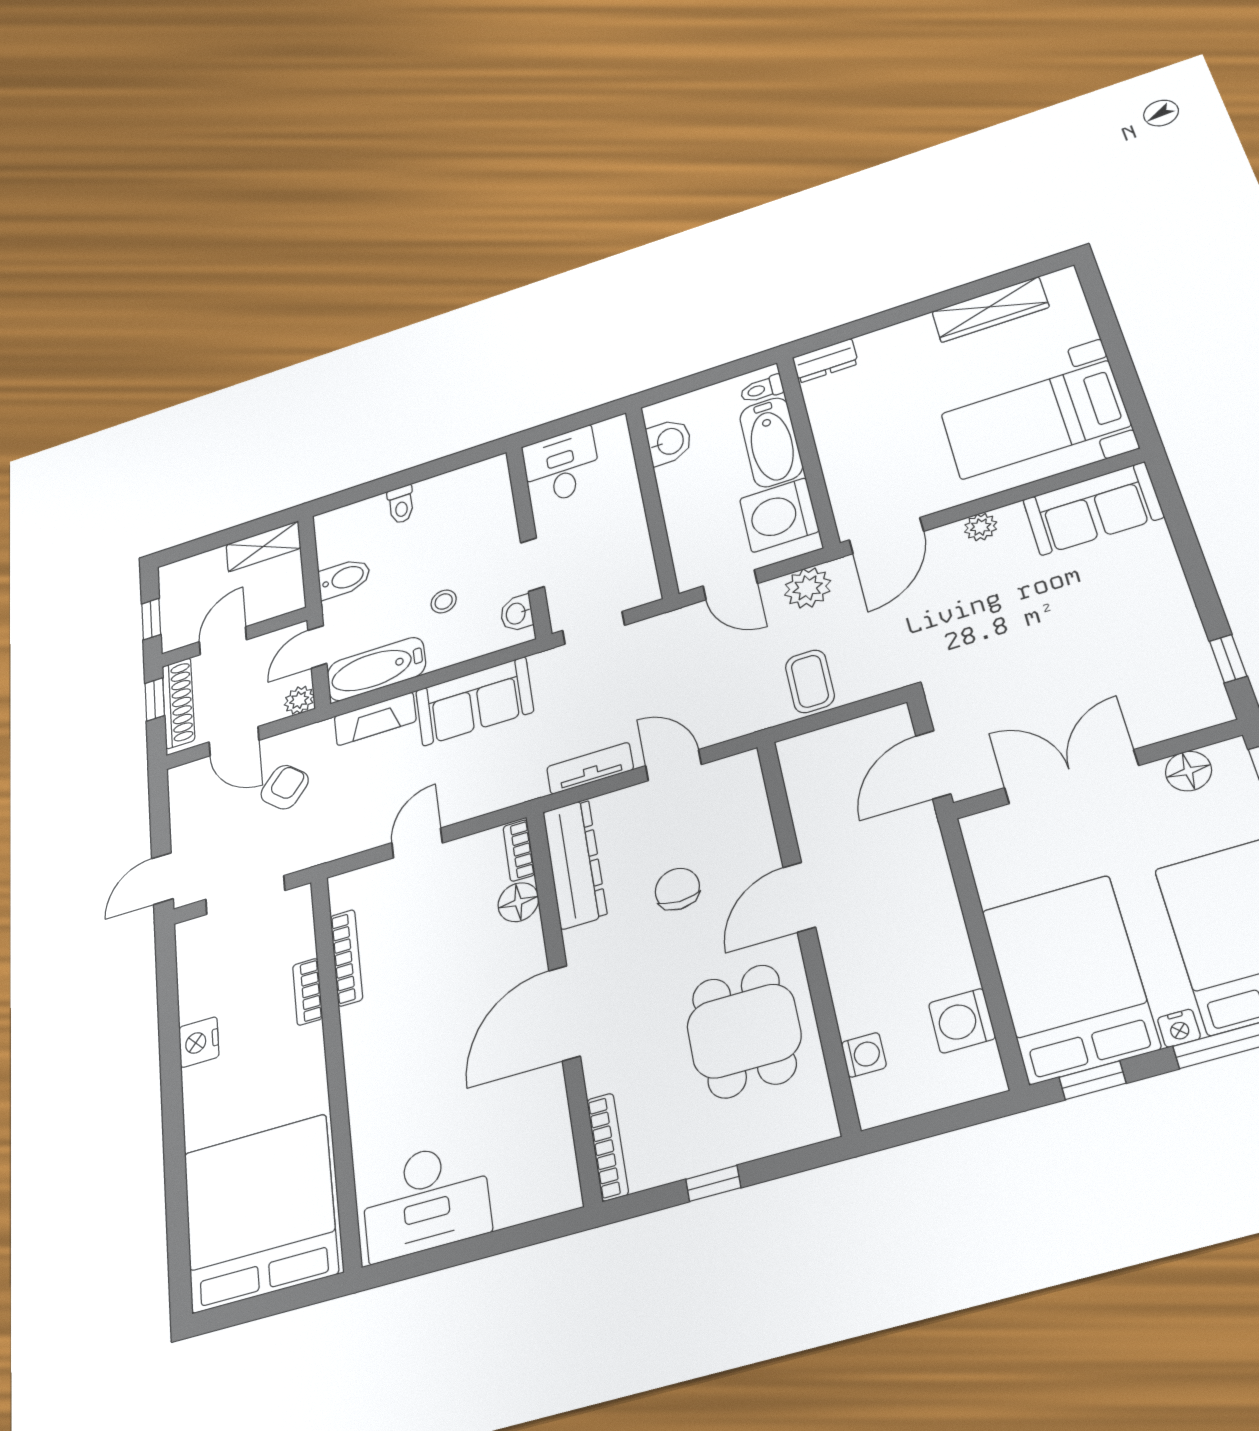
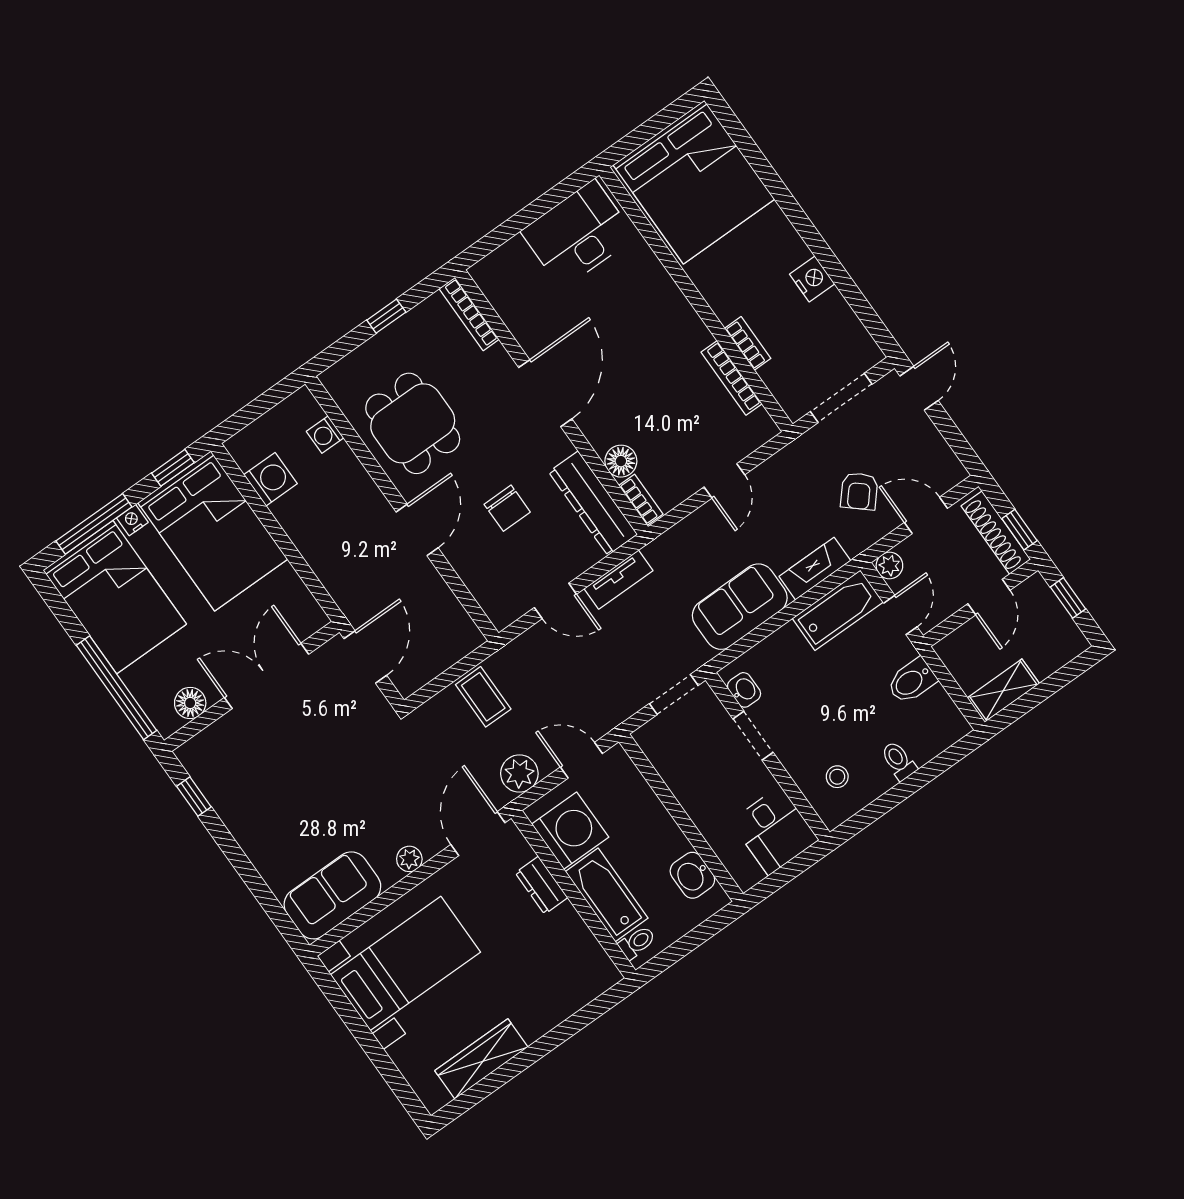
dresser: (825, 361) -> (541, 885), moved, turned -90
stool: (444, 601) -> (837, 777), moved
double door: (1071, 777) -> (267, 676), swing flipped

